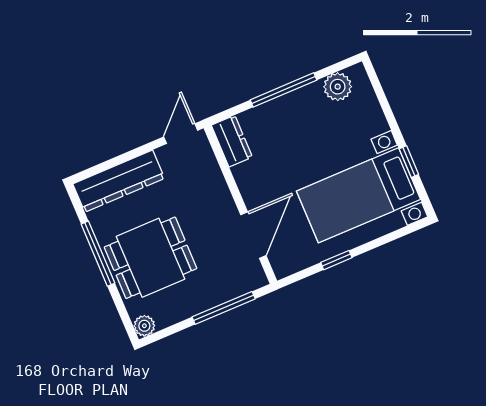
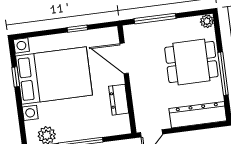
dresser: (232, 141) -> (119, 100), moved
bed with nightstands: (358, 195) -> (54, 76), width x1.36
door: (253, 235) -> (124, 58), hinge flipped

